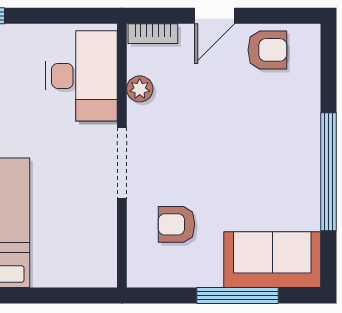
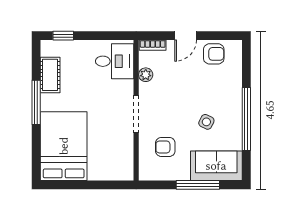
desk: (82, 76) -> (115, 61), width x0.73
side table: (254, 177) -> (206, 122), added

